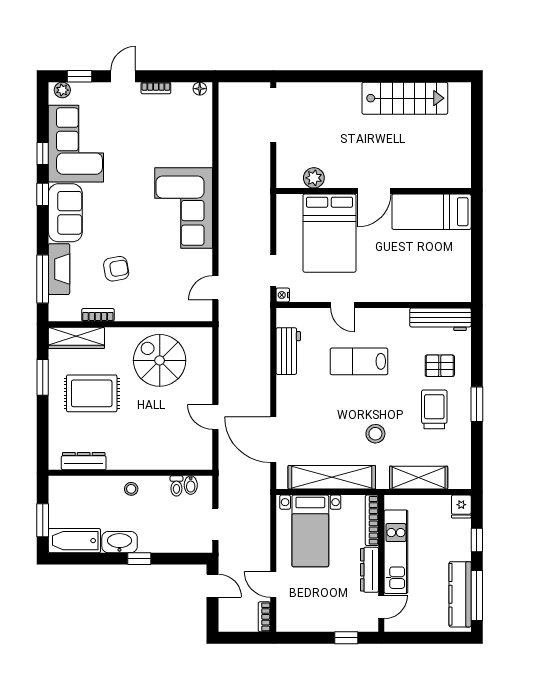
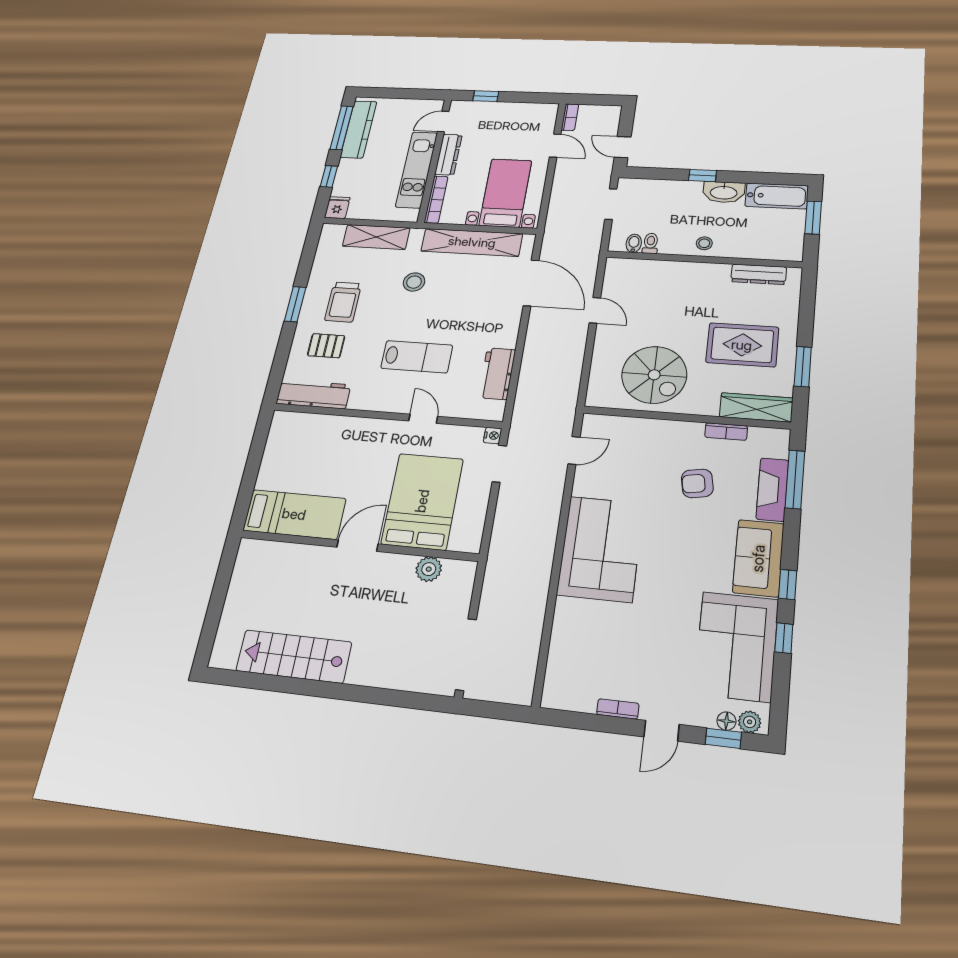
floor lamp: (200, 89) -> (726, 721), moved

